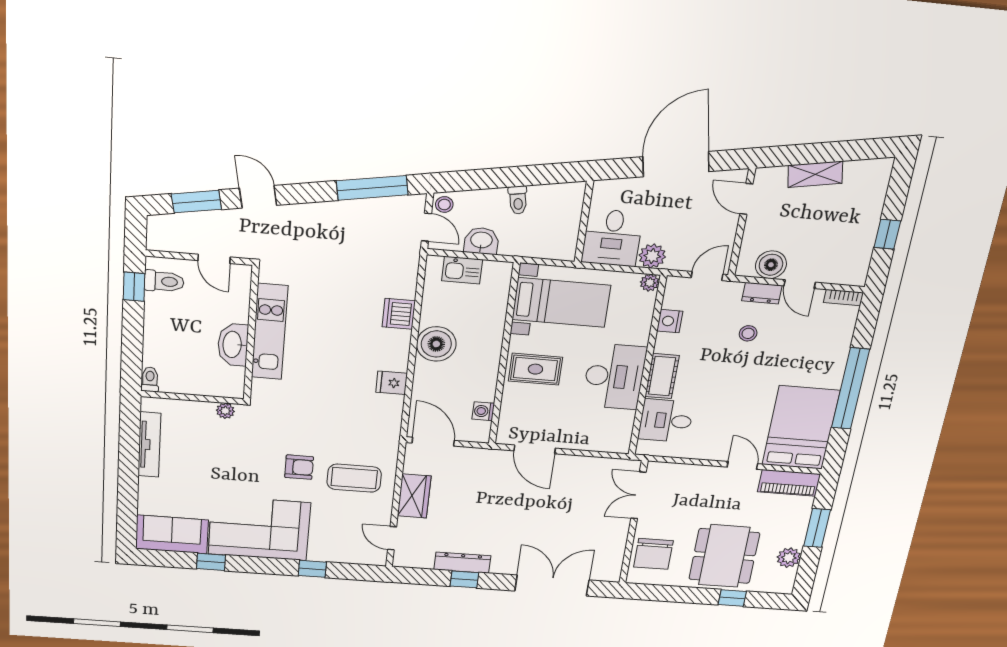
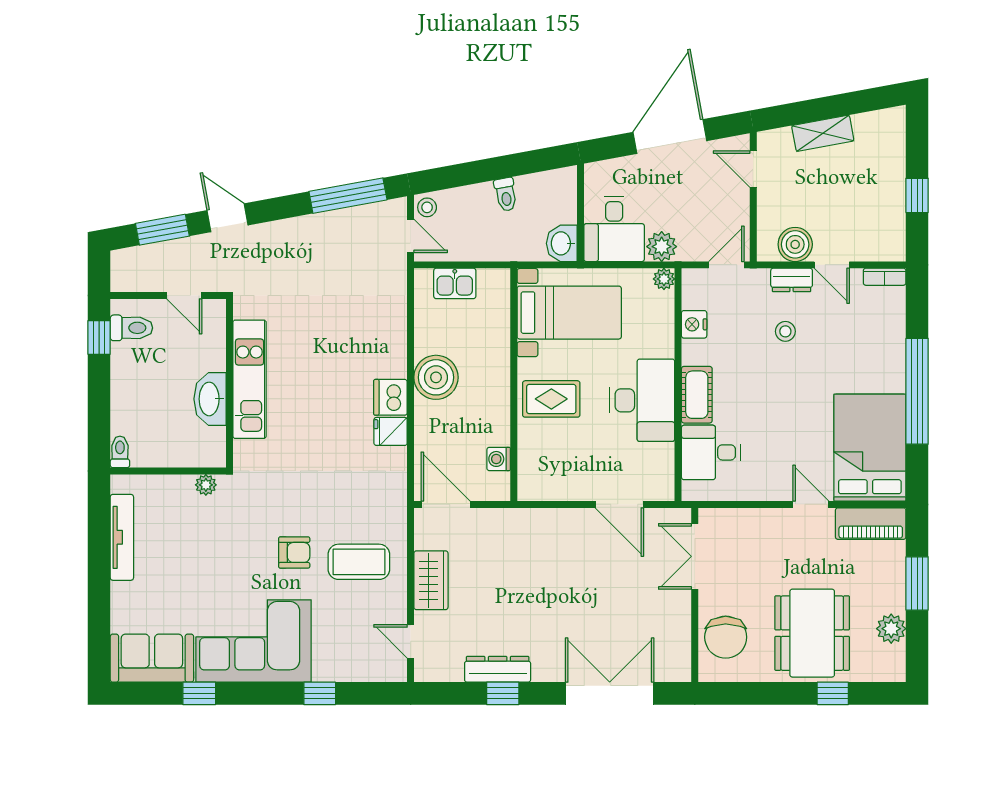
washbasin: (481, 241) -> (562, 243), moved, turned -90
dishwasher: (399, 314) -> (390, 397), moved
door: (535, 449) -> (619, 504), moved

